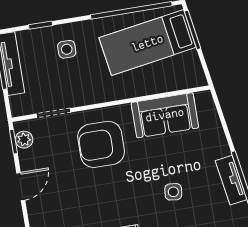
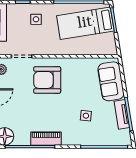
sofa: (165, 115) -> (111, 81), moved, turned 81

